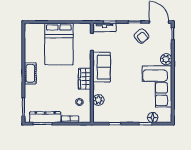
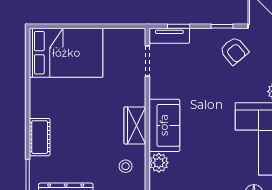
bed: (59, 44) -> (66, 53), moved, turned -90
sofa: (102, 67) -> (164, 125), moved
cot: (30, 73) -> (40, 137), moved

